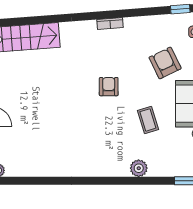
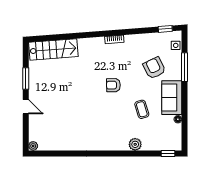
armchair: (109, 87) -> (113, 85), turned -91

